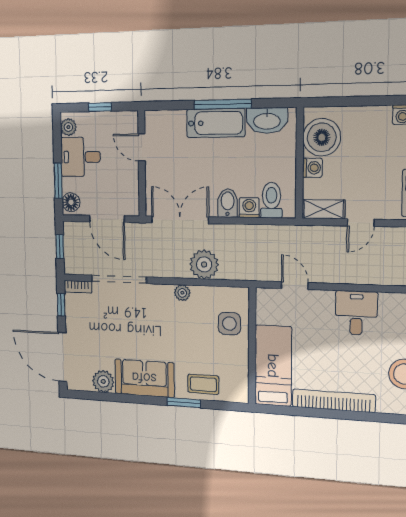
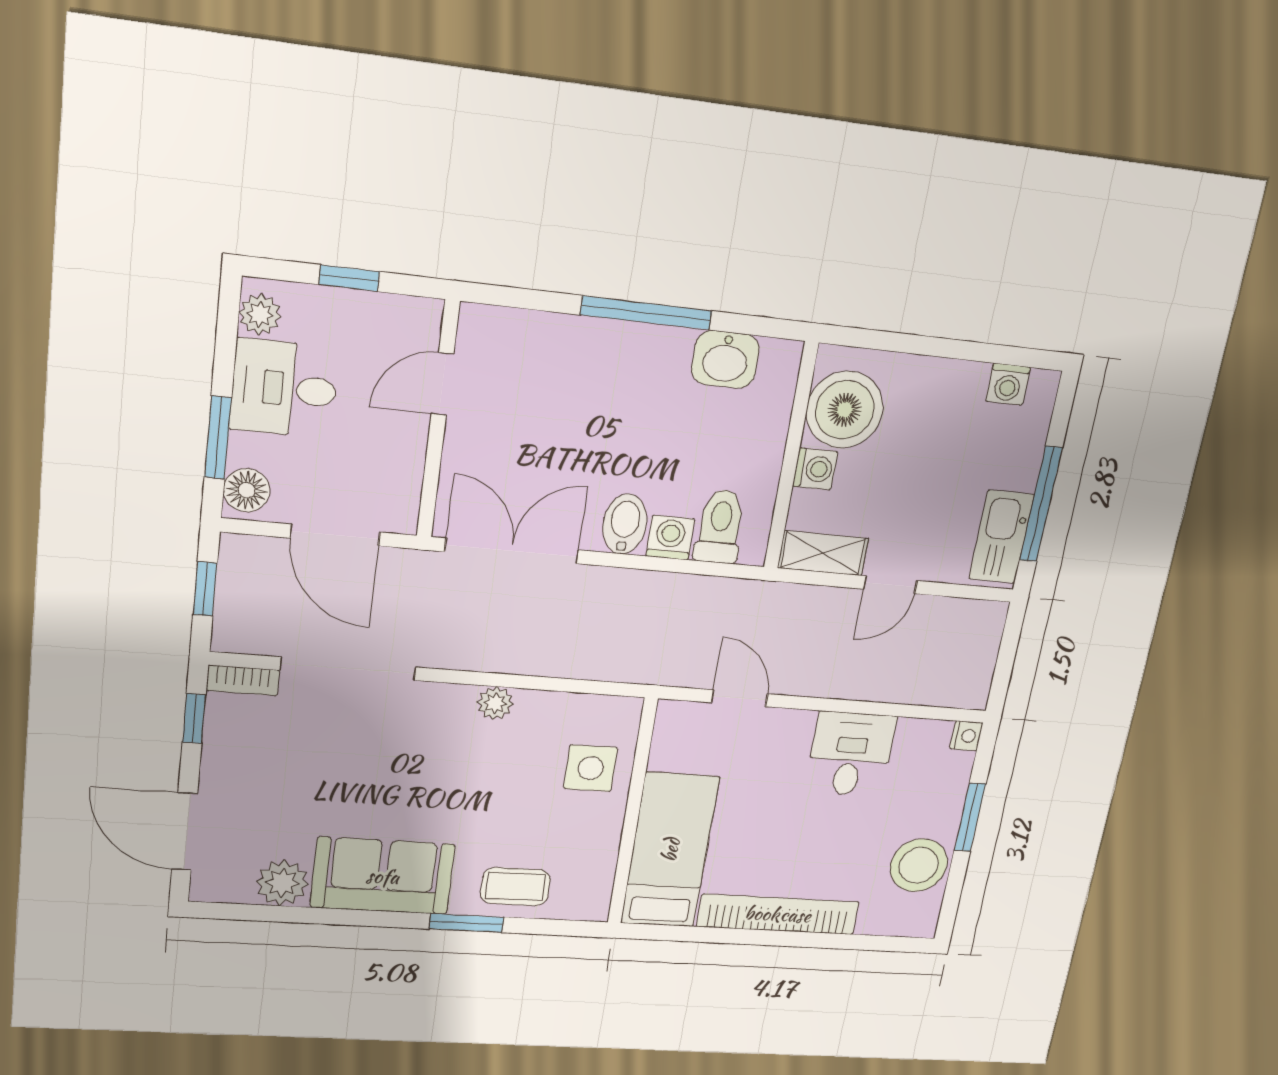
washbasin: (267, 121) -> (725, 359), width x0.72
bathtub: (216, 123) -> (624, 352), removed
door: (142, 147) -> (443, 384), hinge flipped
plant: (204, 264) -> (553, 647), removed
door: (62, 357) -> (185, 832), width x0.73

